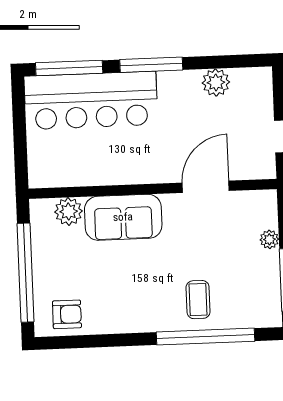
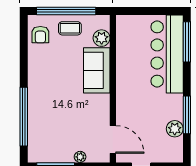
window: (151, 65) -> (187, 115), moved
door: (206, 187) -> (113, 139), moved
coffee table: (198, 300) -> (70, 28), moved

